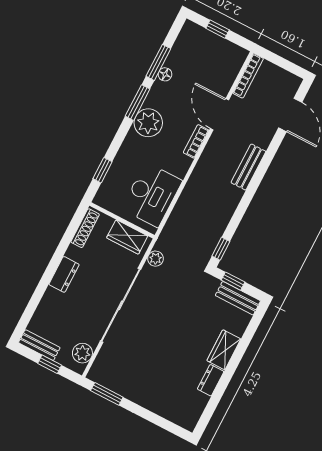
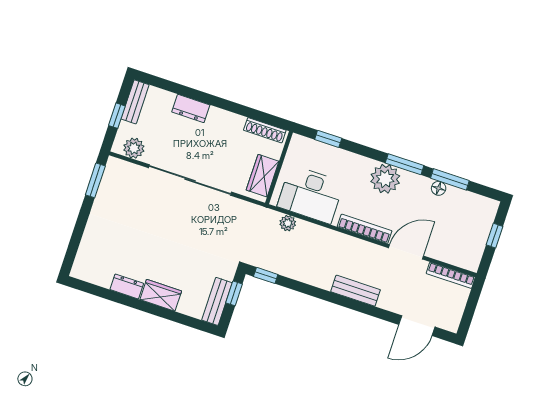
bookcase: (196, 141) -> (365, 229), width x1.56
plant: (155, 259) -> (288, 223), moved
dresser: (64, 274) -> (191, 108), moved

